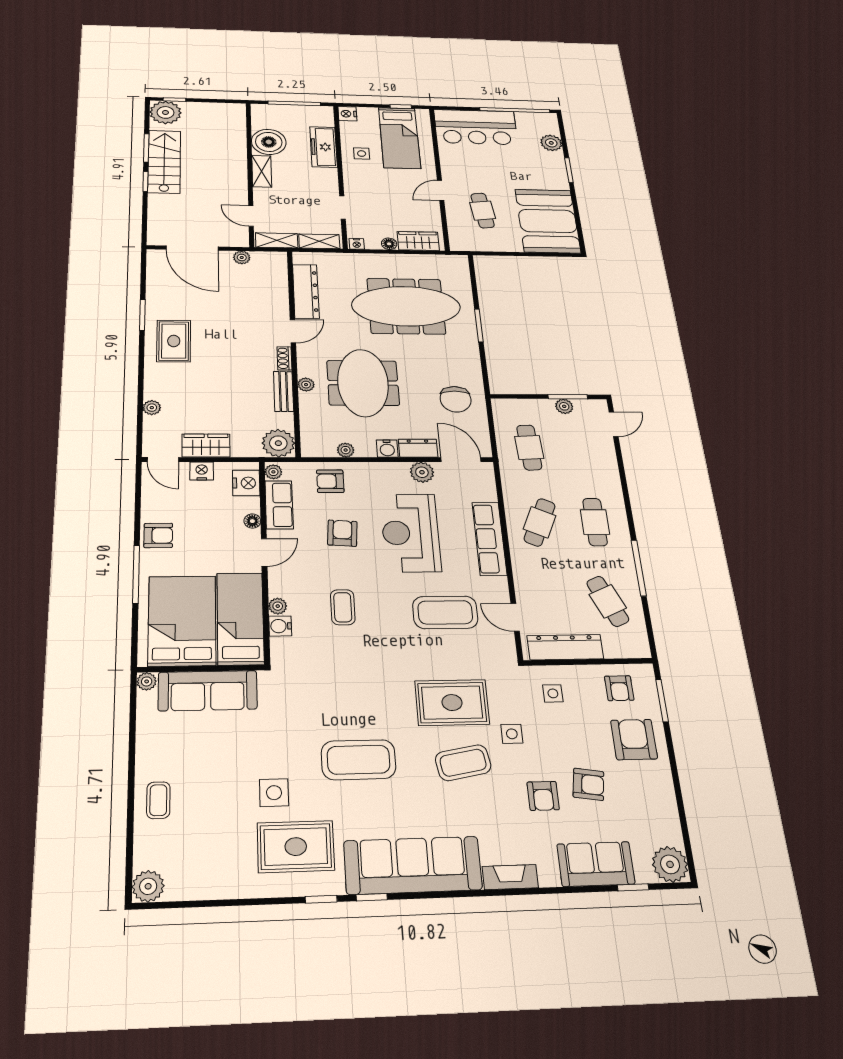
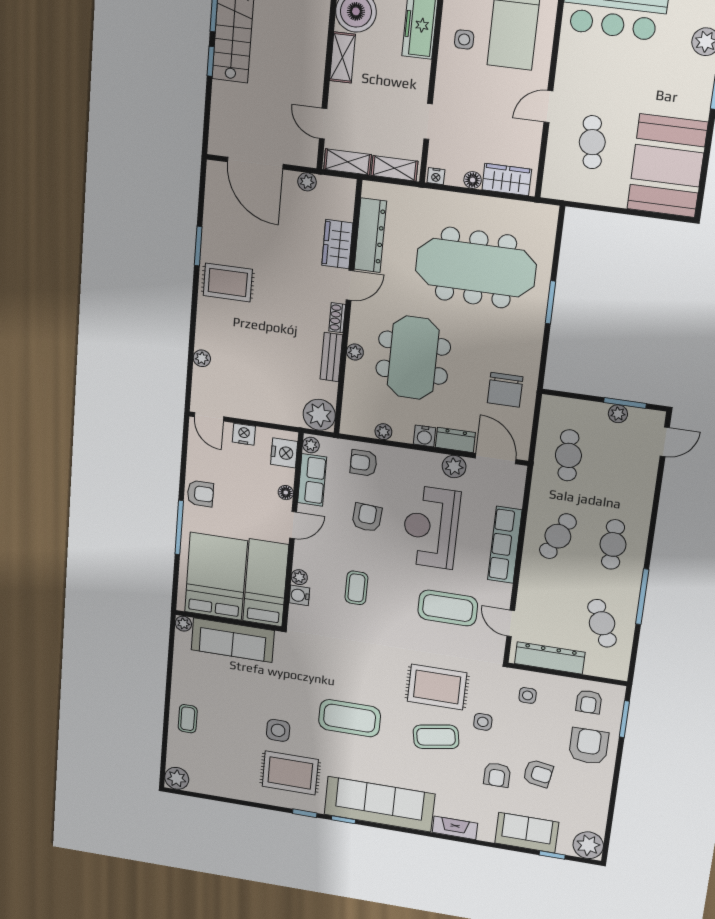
rug: (174, 341) -> (228, 282), turned 90
wardrobe: (206, 446) -> (337, 244), moved, turned -90

